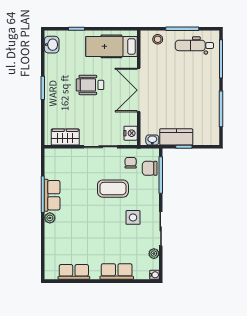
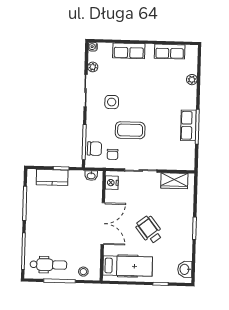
wheelchair: (90, 85) -> (149, 230), turned -128
kitchen counter: (176, 137) -> (52, 177), moved
plant: (50, 218) -> (192, 80), moved

